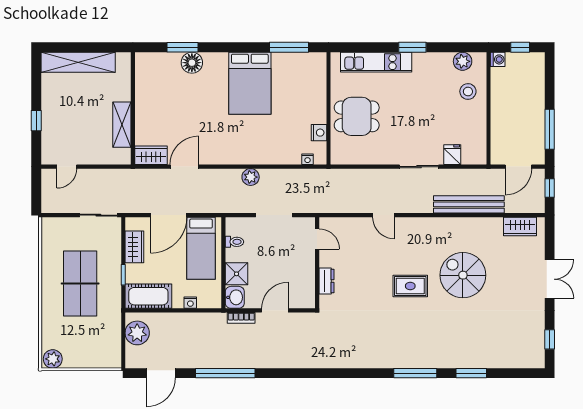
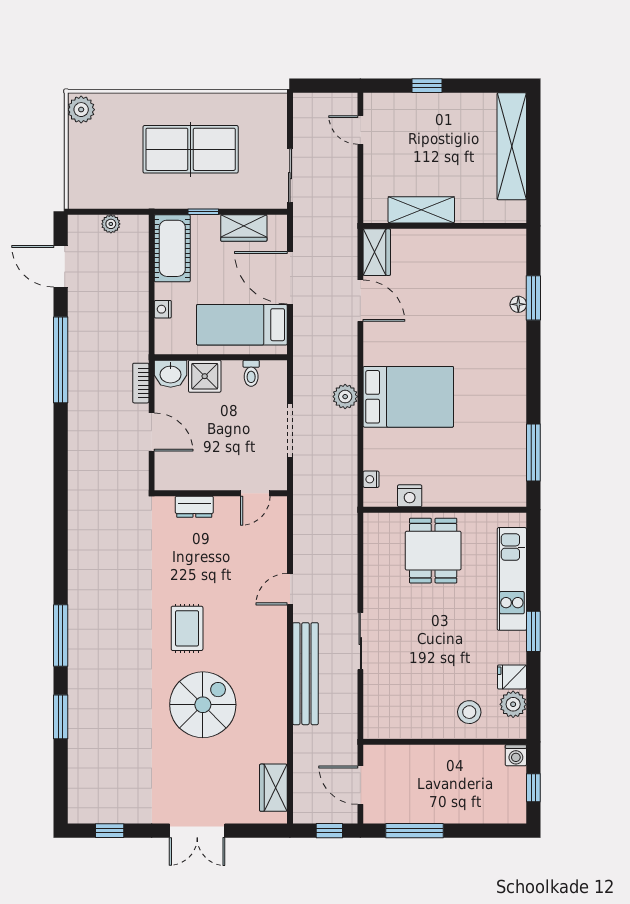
floor lamp: (192, 63) -> (518, 304), width x0.53, depth x0.53
bed: (250, 83) -> (408, 397), moved, turned 180
fridge: (452, 155) -> (512, 677), moved, turned 180
bench: (469, 204) -> (305, 674), moved
plant: (137, 333) -> (111, 224), width x0.53, depth x0.53

